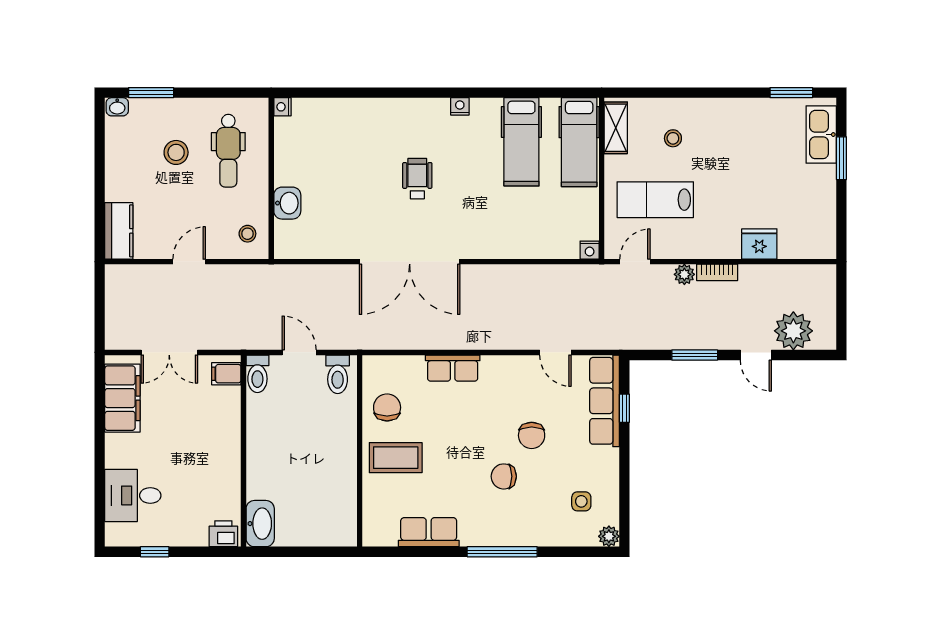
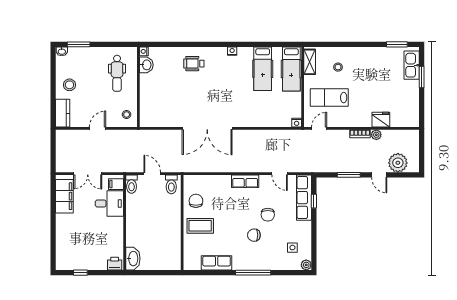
stool: (176, 152) -> (69, 85), moved
wheelchair: (417, 179) -> (194, 64), moved, turned -90
washbasin: (287, 203) -> (146, 65), moved
plant: (684, 274) -> (376, 135), moved
row of seats: (453, 368) -> (245, 181), moved
desk: (133, 495) -> (109, 204), moved, turned 180

